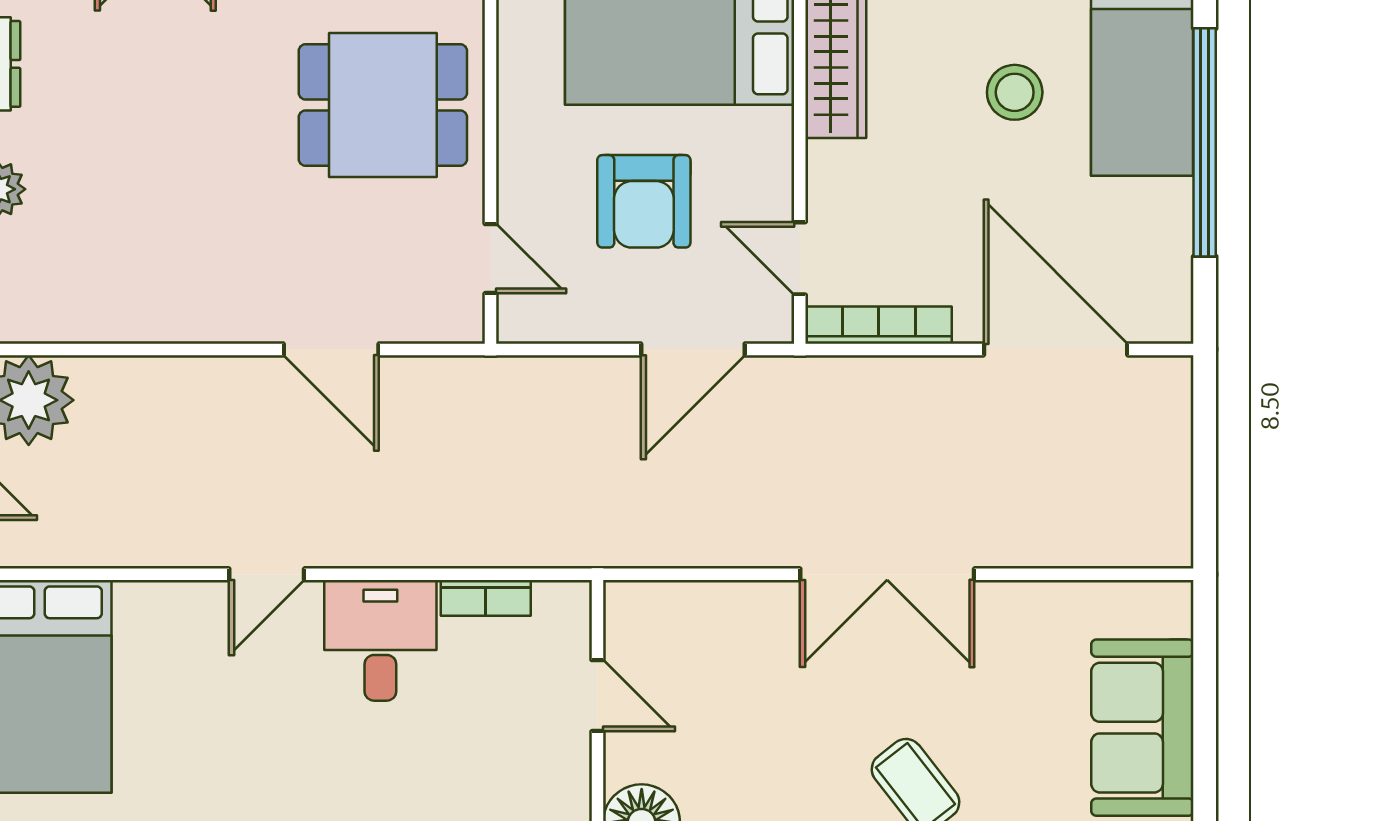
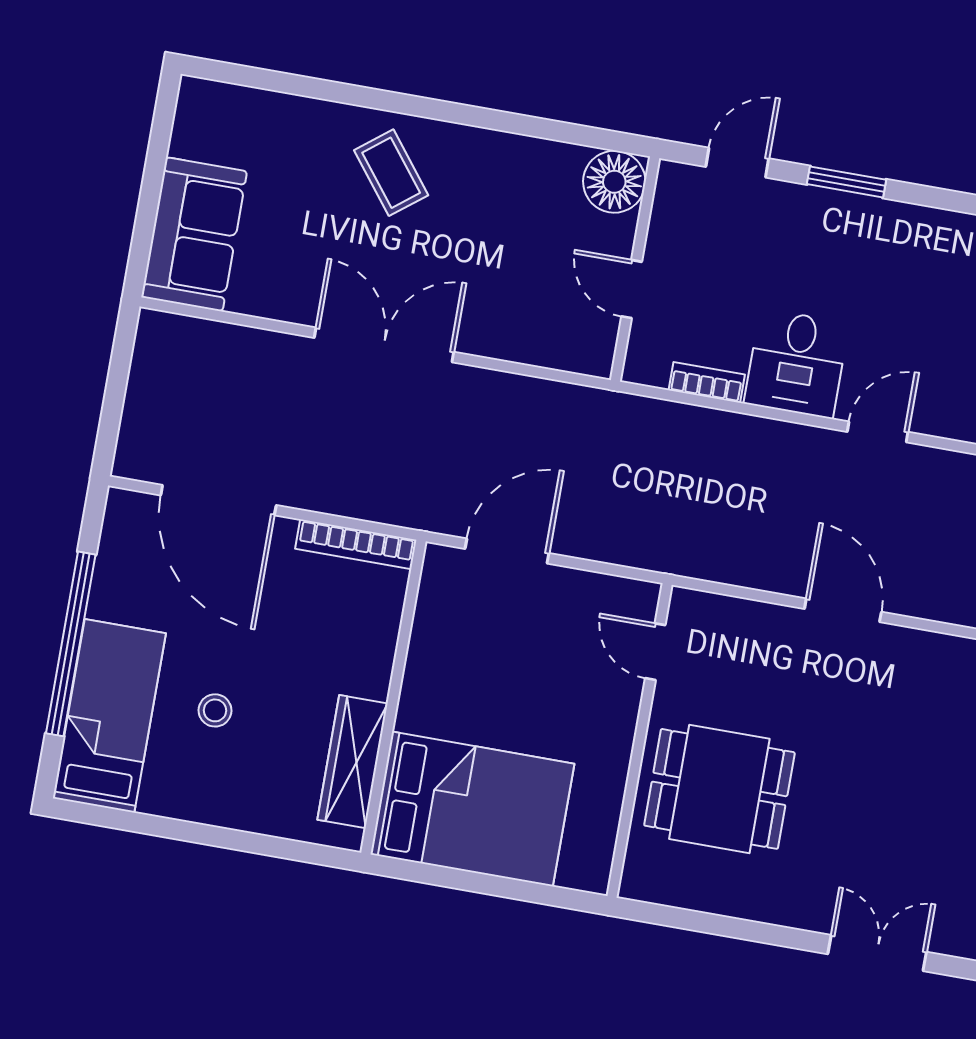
stool: (1015, 92) -> (215, 710), width x0.73, depth x0.73
armchair: (644, 201) -> (525, 676), removed
door: (800, 258) -> (409, 608), removed
door: (331, 349) -> (843, 610), moved
sofa: (1142, 728) -> (194, 234), moved

